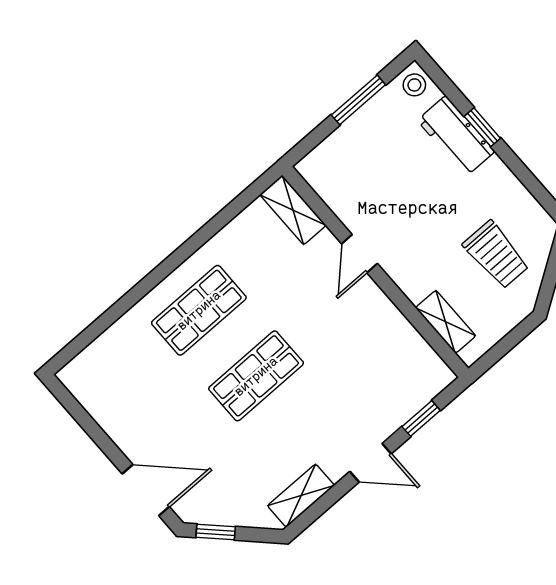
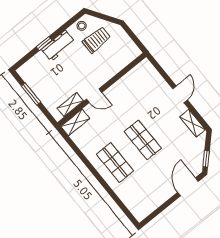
stool: (414, 85) -> (82, 26), moved
workbench: (456, 136) -> (58, 46), moved
shelving: (446, 322) -> (70, 105), moved
window: (421, 418) -> (163, 73), removed

